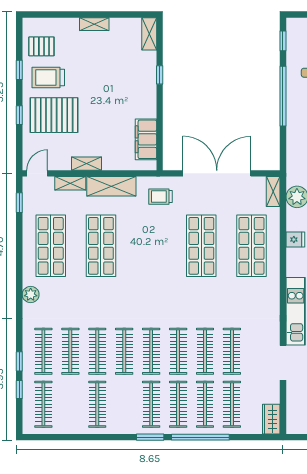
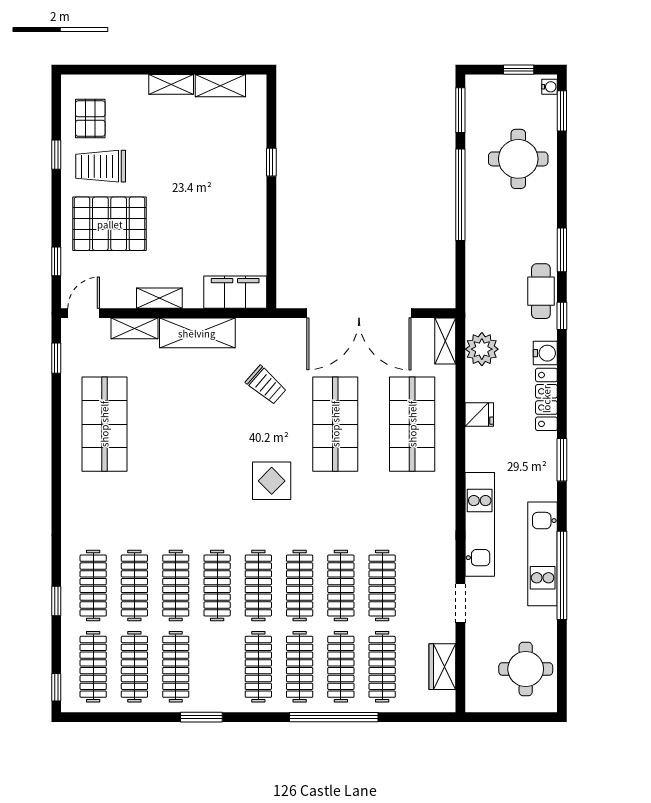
shelving: (149, 34) -> (220, 86), moved, turned 90
window: (283, 41) -> (460, 110), width x1.50
pallet: (41, 46) -> (90, 119), turned 90
window: (19, 115) -> (56, 261), moved
filing cabinet: (146, 139) -> (235, 292), moved, turned 90
double door: (217, 173) -> (359, 313), swing flipped
trolley: (160, 197) -> (266, 385), moved, turned -139
shop shelf: (101, 246) -> (181, 424), removed
display table: (160, 283) -> (272, 481), added
plant: (31, 295) -> (74, 499), removed
doorway: (283, 363) -> (460, 603), width x0.73
window: (19, 389) -> (56, 687), moved
clothes rail: (70, 404) -> (134, 667), added
wardrobe: (271, 419) -> (442, 667), moved
window: (150, 437) -> (201, 717), moved

